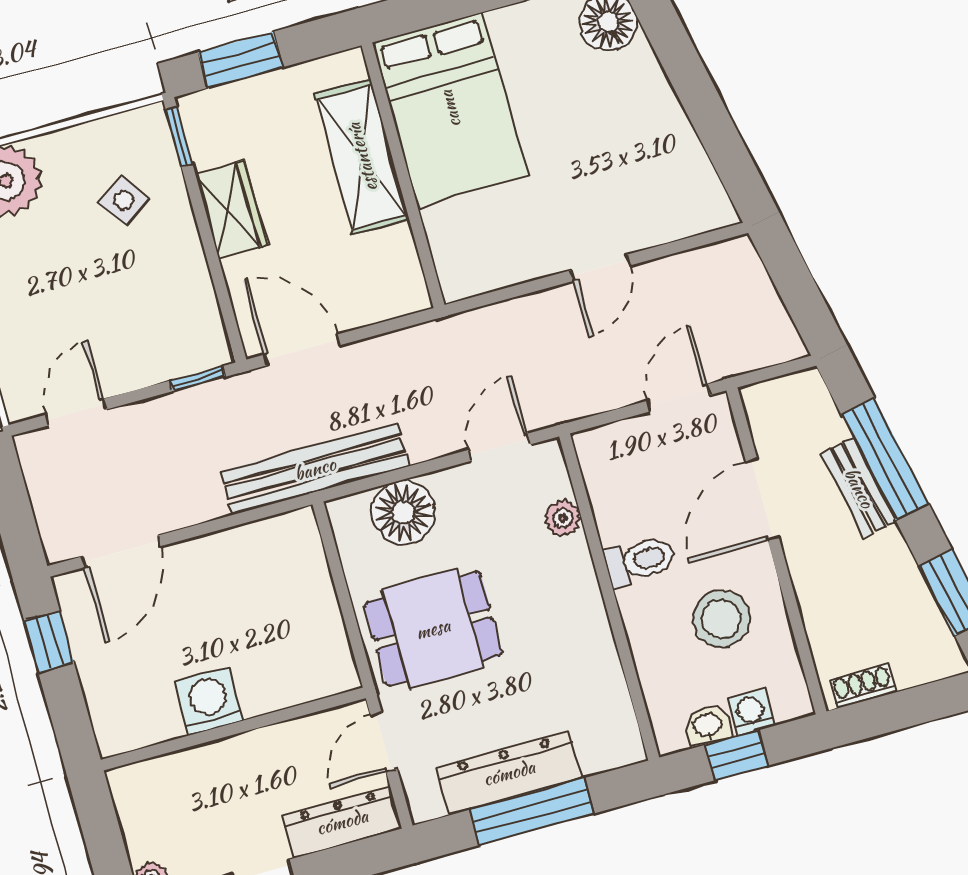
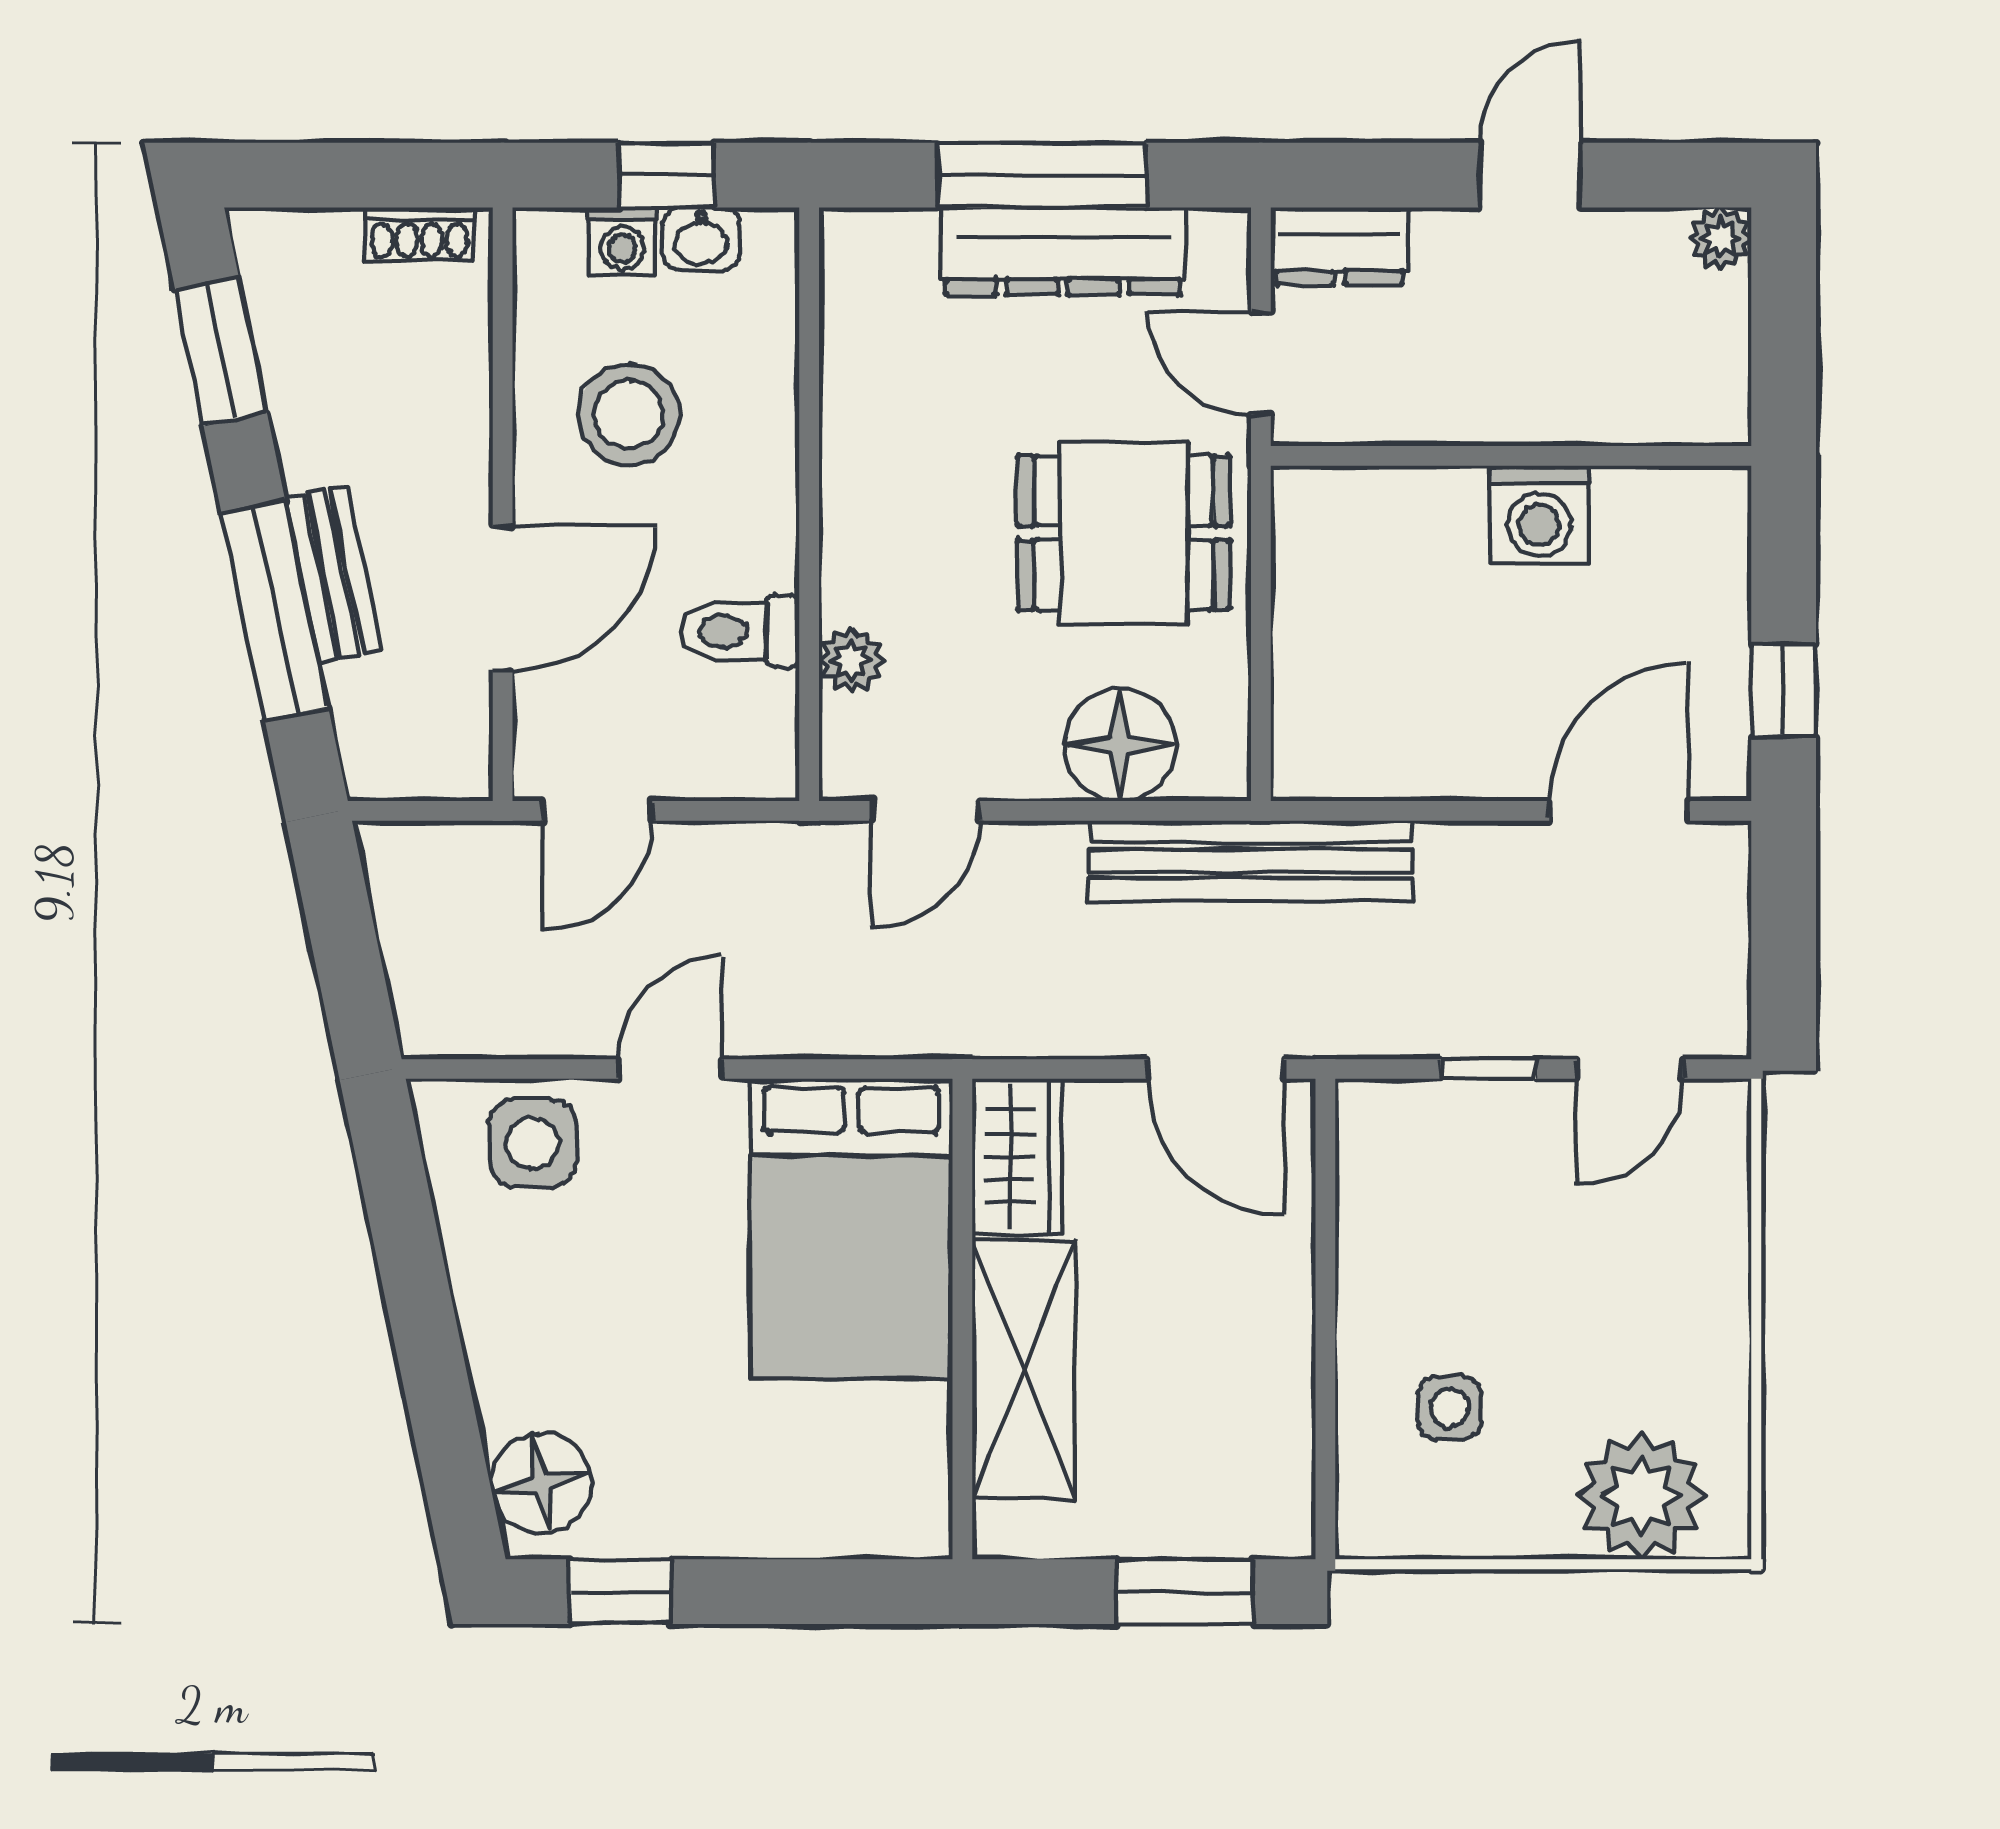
bed: (450, 109) -> (851, 1229), moved, turned 180
window: (179, 136) -> (1325, 1490), removed
side table: (124, 200) -> (1450, 1408), turned 34
side table: (664, 207) -> (532, 1143), added
wardrobe: (231, 209) -> (1017, 1156), moved, turned 180
window: (197, 379) -> (1488, 1069), moved
toilet: (640, 560) -> (740, 631), moved
door: (384, 742) -> (1261, 363), swing flipped
dresser: (342, 822) -> (1339, 246), width x0.70

